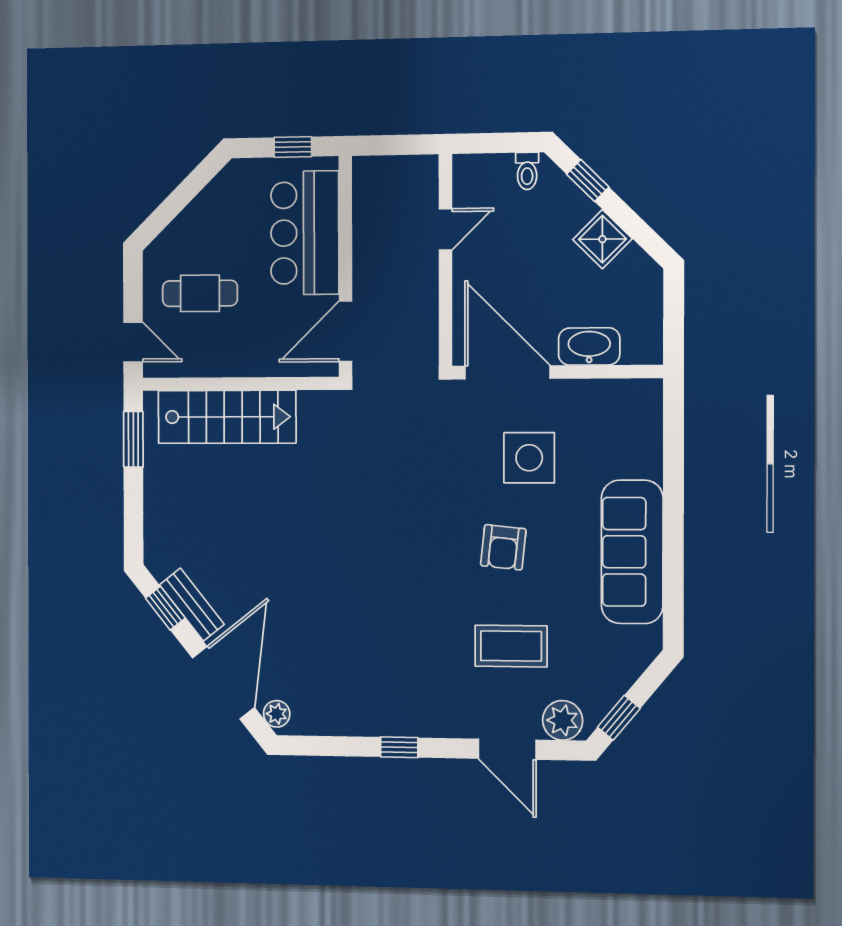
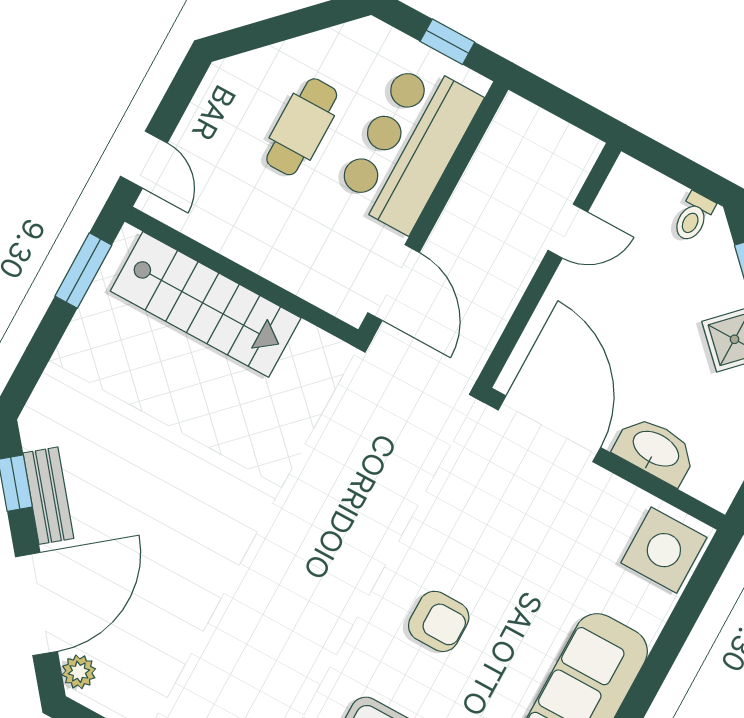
cafe table: (200, 293) -> (302, 127), moved, turned 90
door: (345, 331) -> (394, 283), swing flipped
side table: (529, 458) -> (664, 550), moved
armchair: (503, 547) -> (439, 621), turned -96

